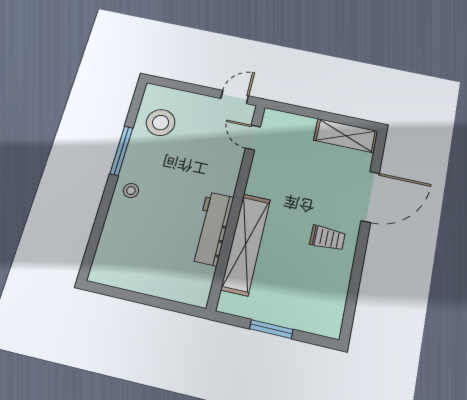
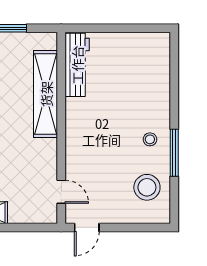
stool: (131, 191) -> (150, 139), moved
workbench: (212, 228) -> (77, 65), moved

